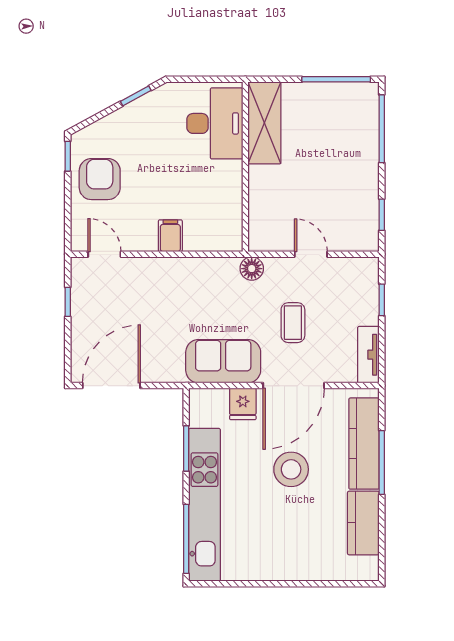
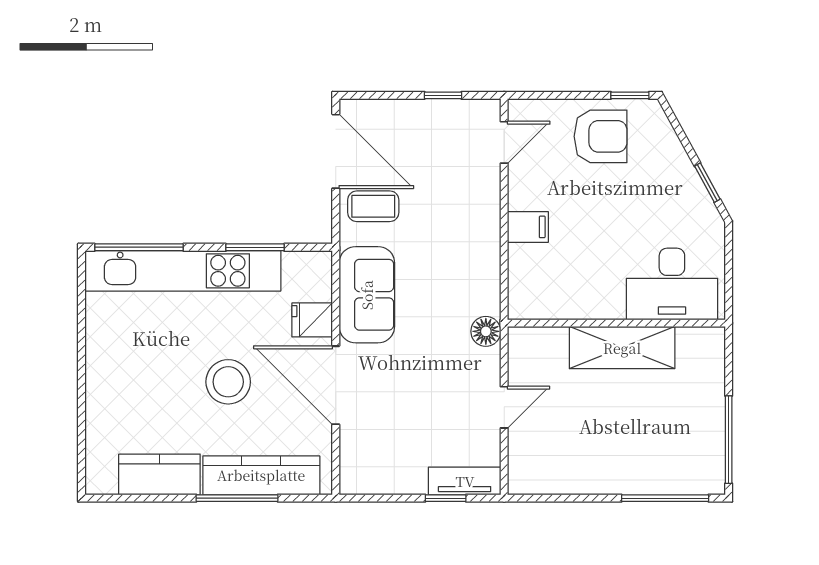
shelving: (264, 123) -> (622, 348), moved
window: (382, 215) -> (555, 498), removed
coffee table: (293, 323) -> (373, 206), moved
tv unit: (368, 355) -> (465, 481), moved

